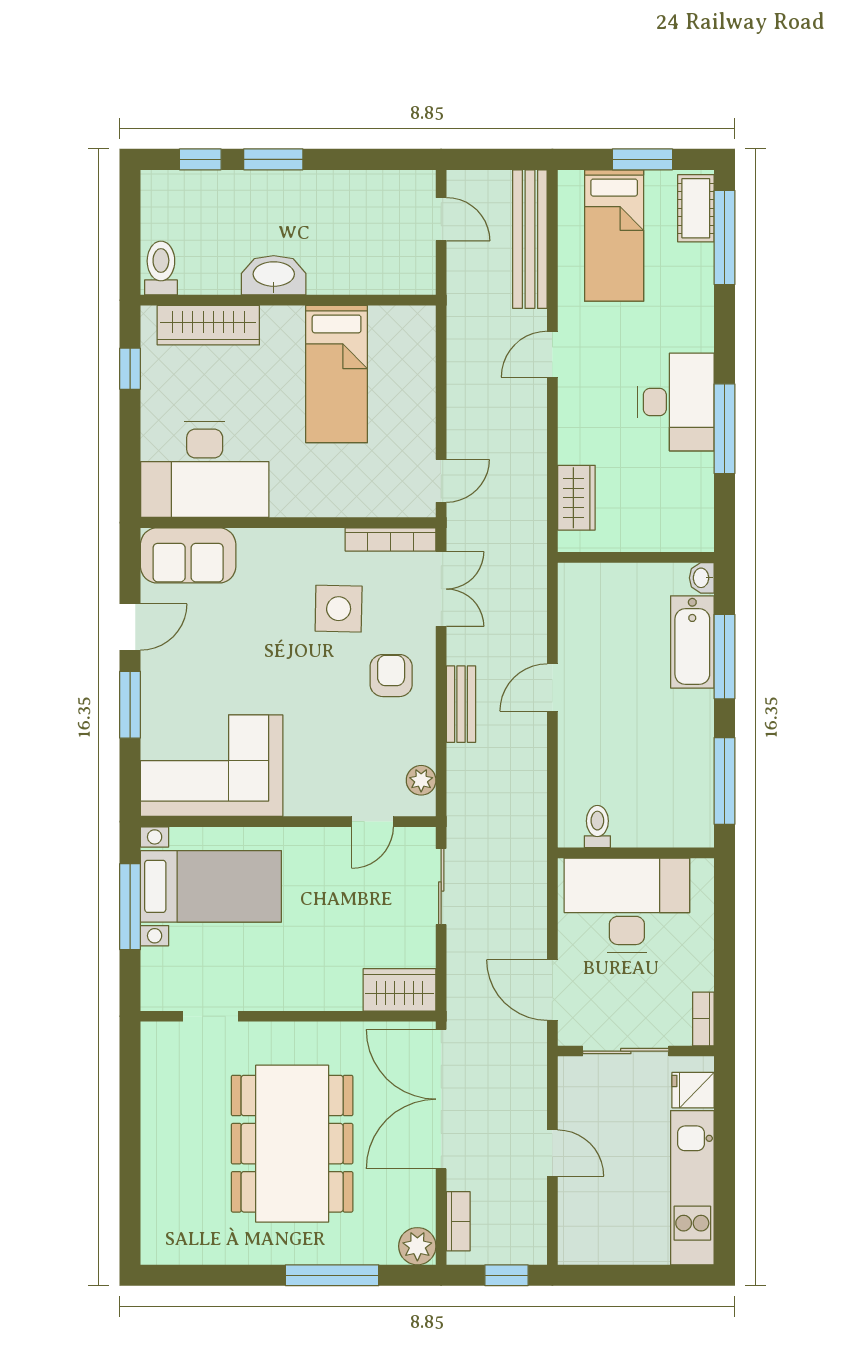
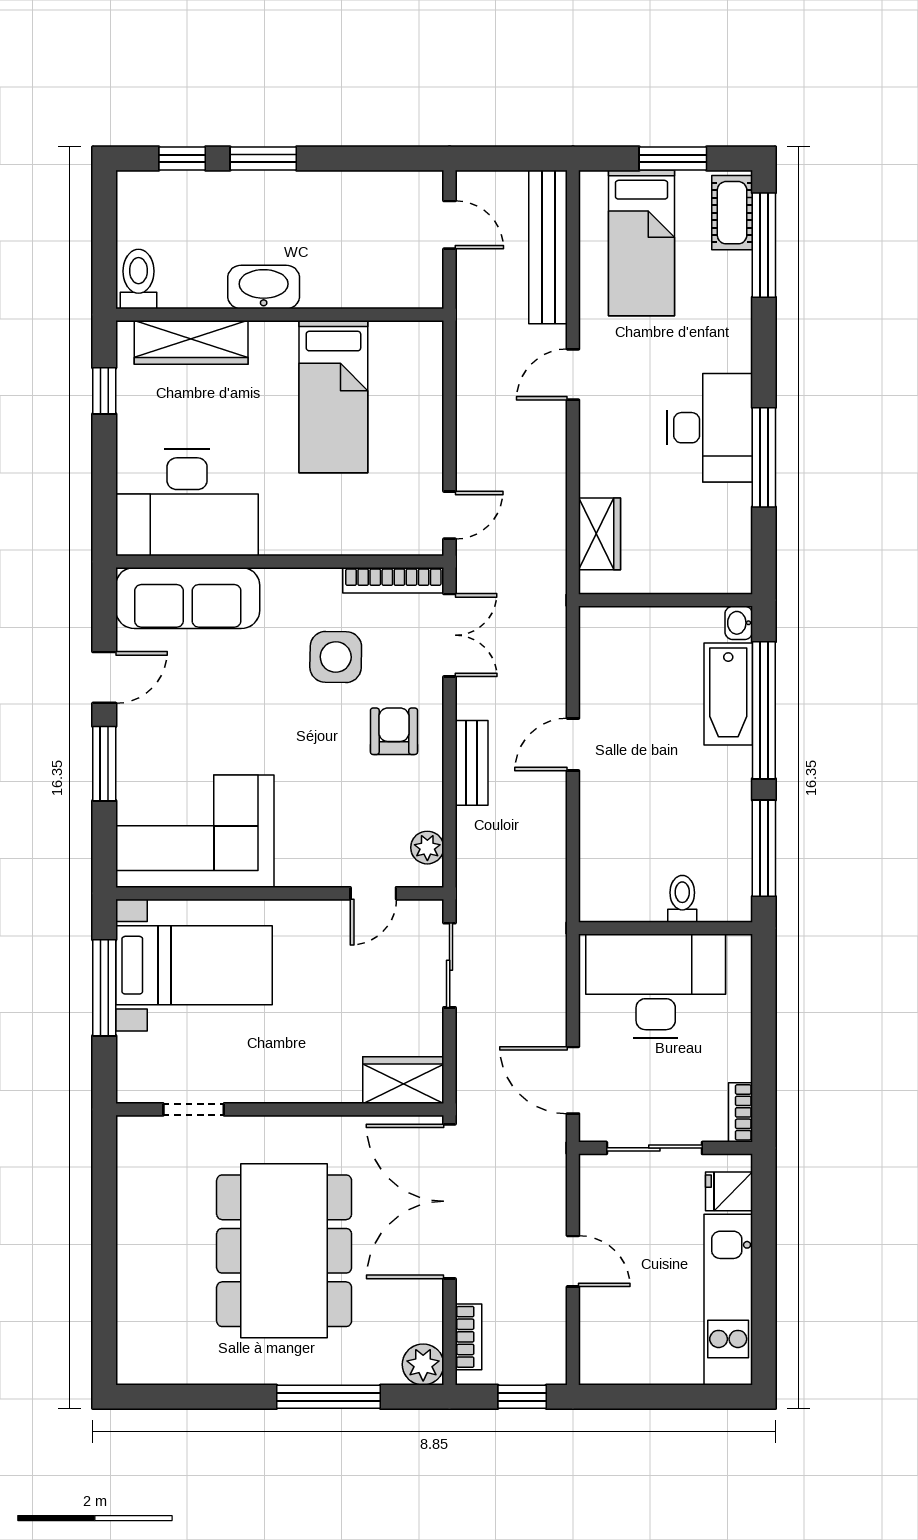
sofa: (188, 555) -> (188, 598), width x1.36
window: (724, 657) -> (764, 710), width x1.46
toilet: (597, 826) -> (682, 899), moved

